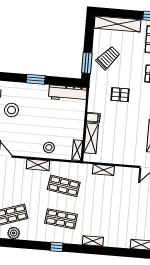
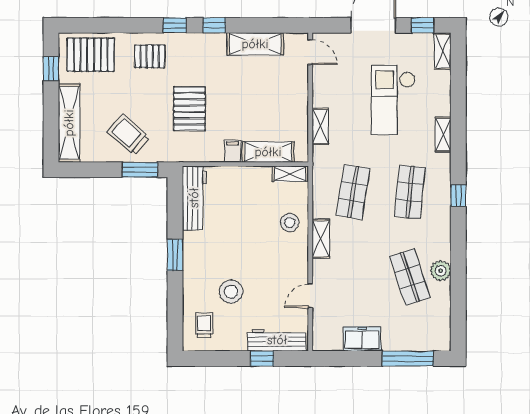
pallet: (120, 95) -> (189, 109), width x1.50, depth x1.42
checkout: (115, 214) -> (393, 100), added

